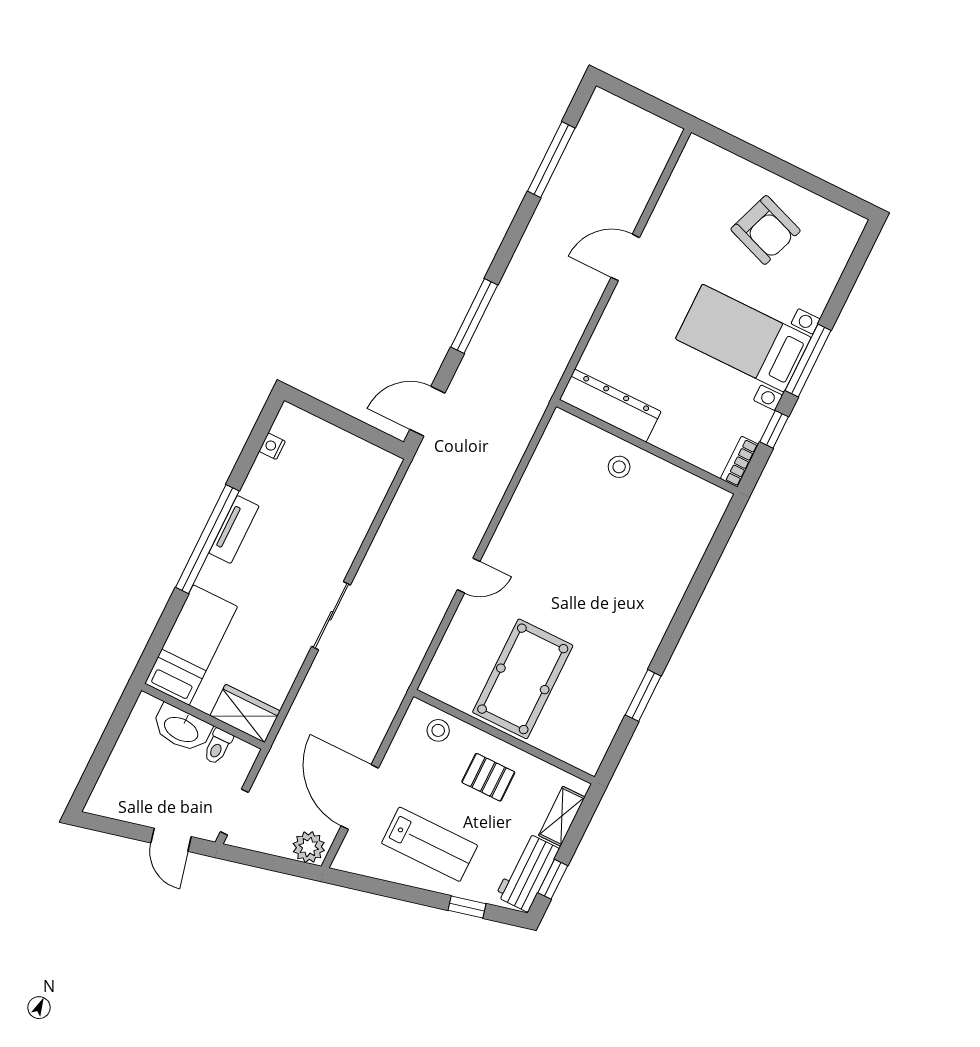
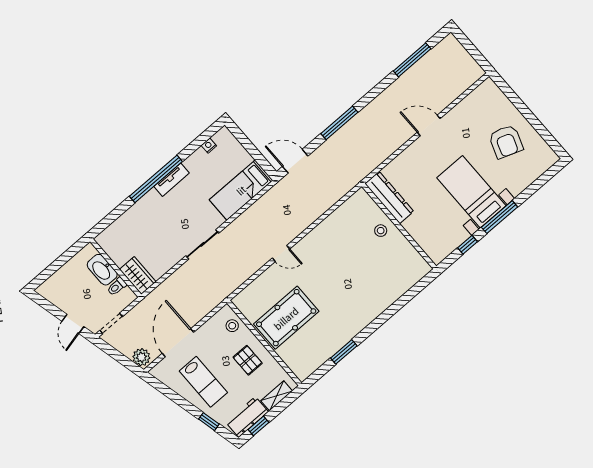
bookcase: (739, 462) -> (443, 254), removed
bed: (191, 645) -> (241, 190), moved, turned 180

